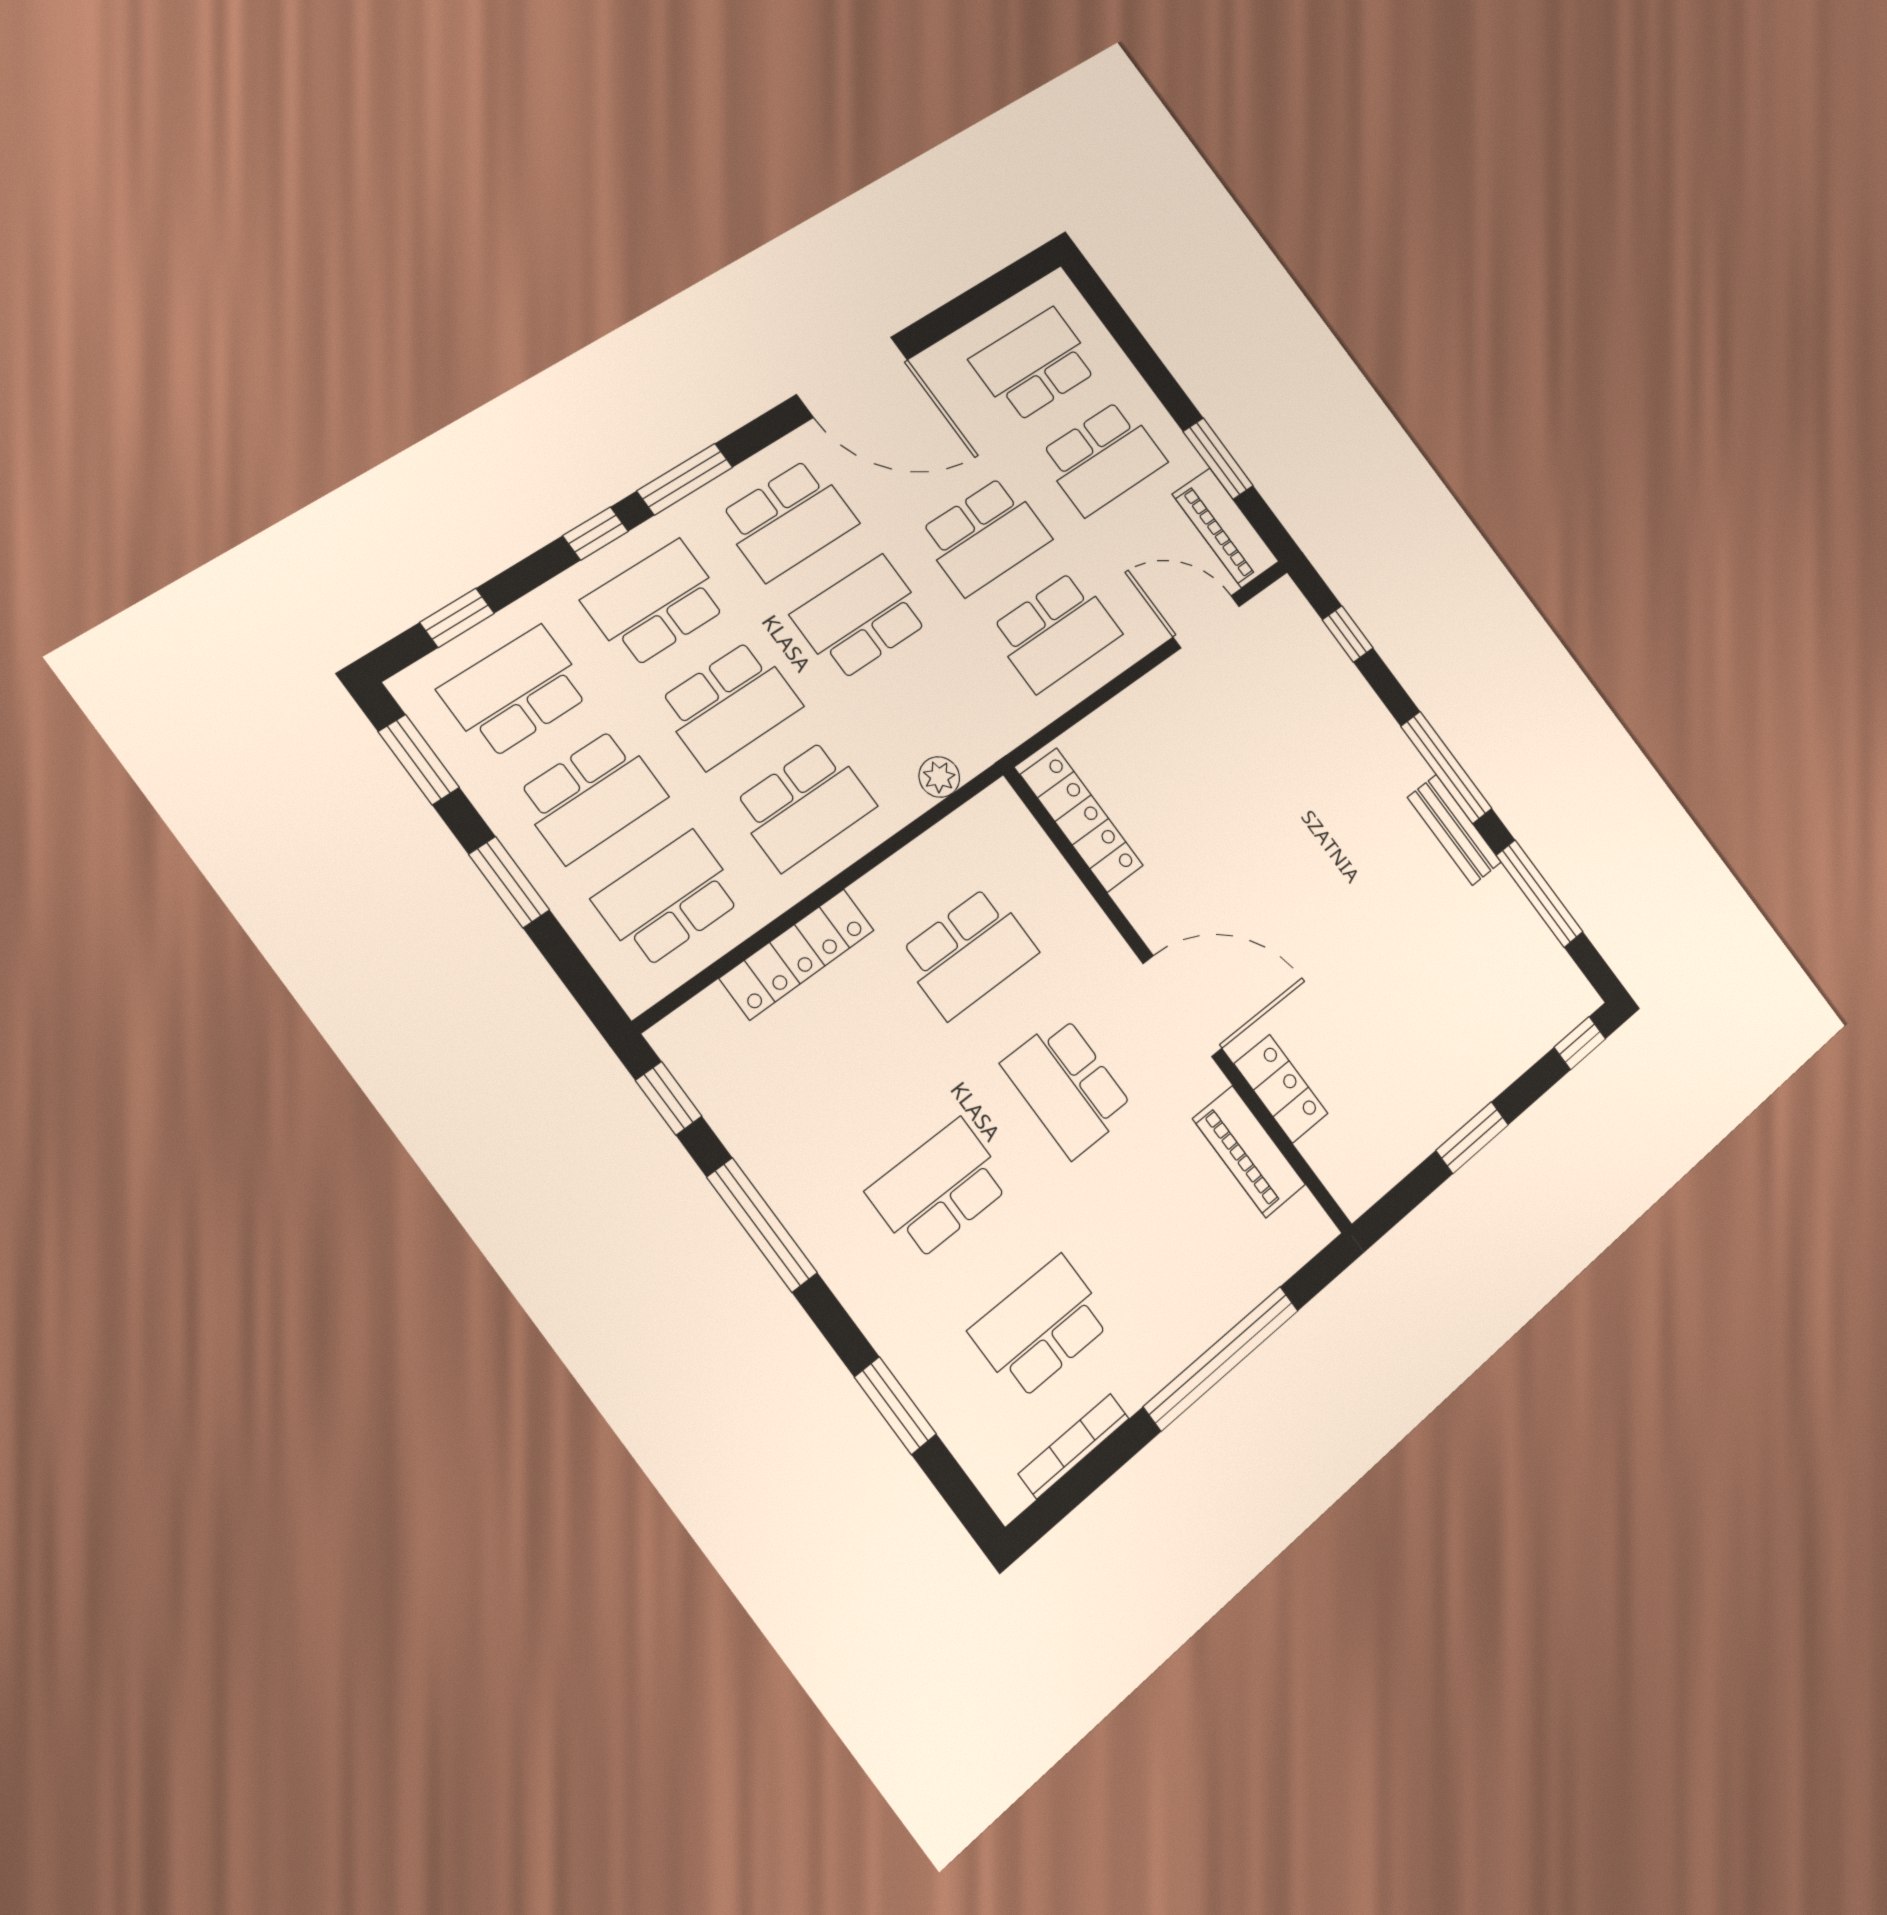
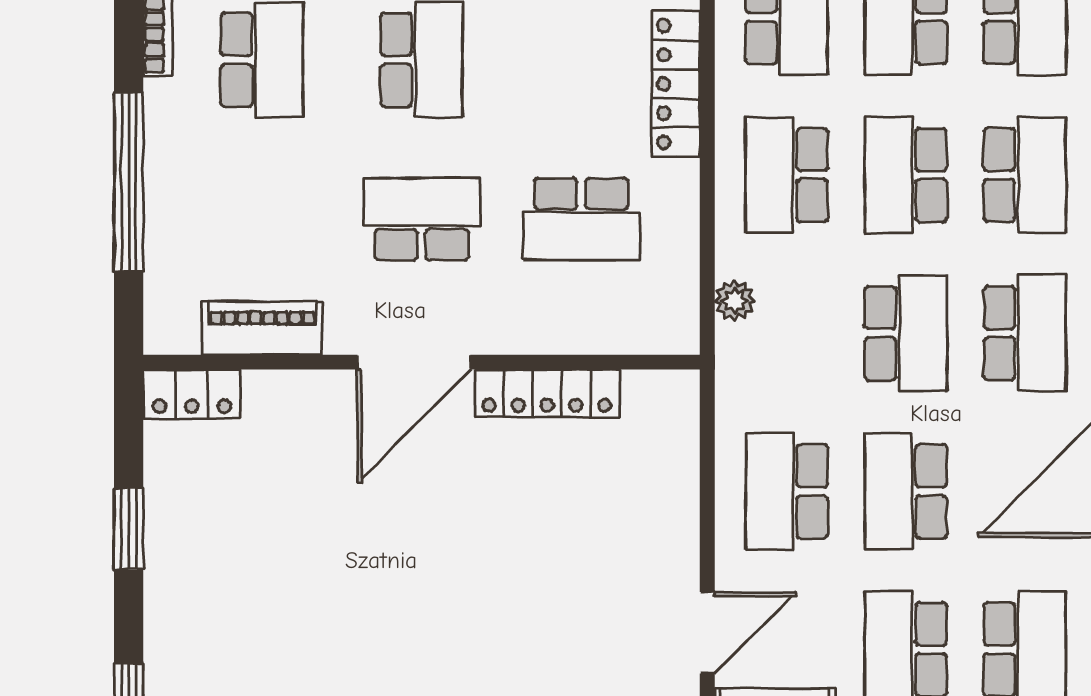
school desk: (788, 520) -> (1025, 333), turned 180
locker: (1082, 820) -> (547, 393), moved
school desk: (969, 953) -> (581, 219), turned -90
locker: (1281, 1089) -> (192, 394), moved

